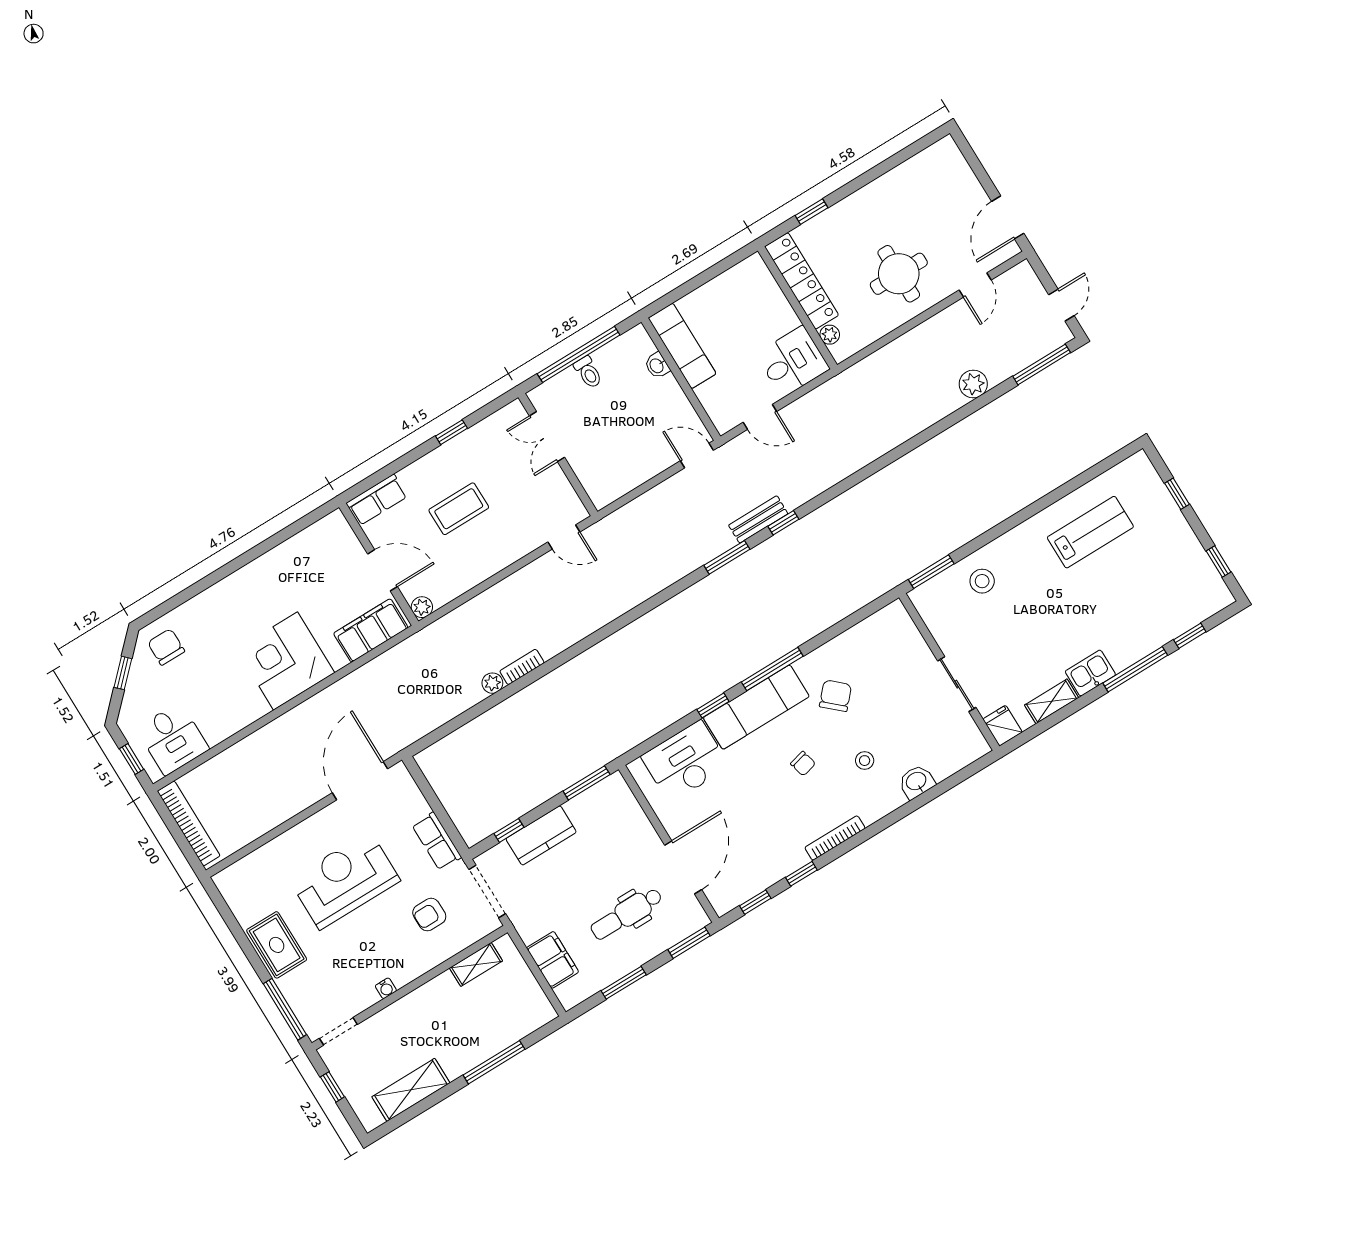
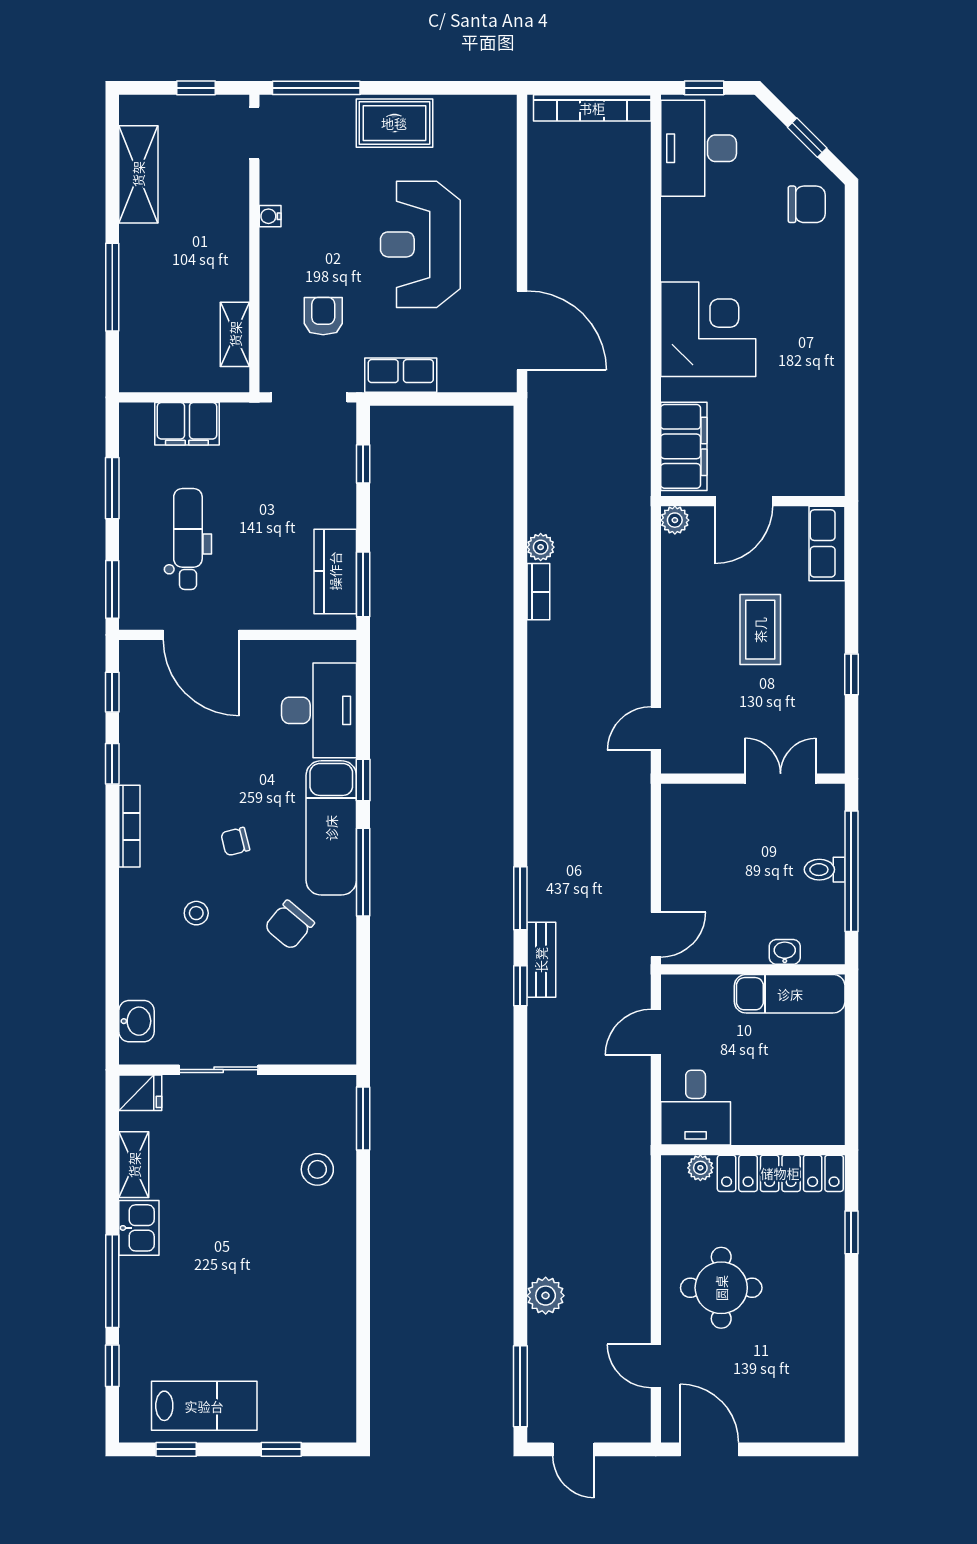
lab bench: (1090, 532) -> (204, 1406), moved, turned -90
chair: (835, 696) -> (289, 925), turned 88
desk: (173, 739) -> (699, 148), width x1.37
washbasin: (917, 782) -> (136, 1021), moved
kitchen counter: (541, 835) -> (335, 571), moved
reception desk: (345, 880) -> (420, 244), turned 180

